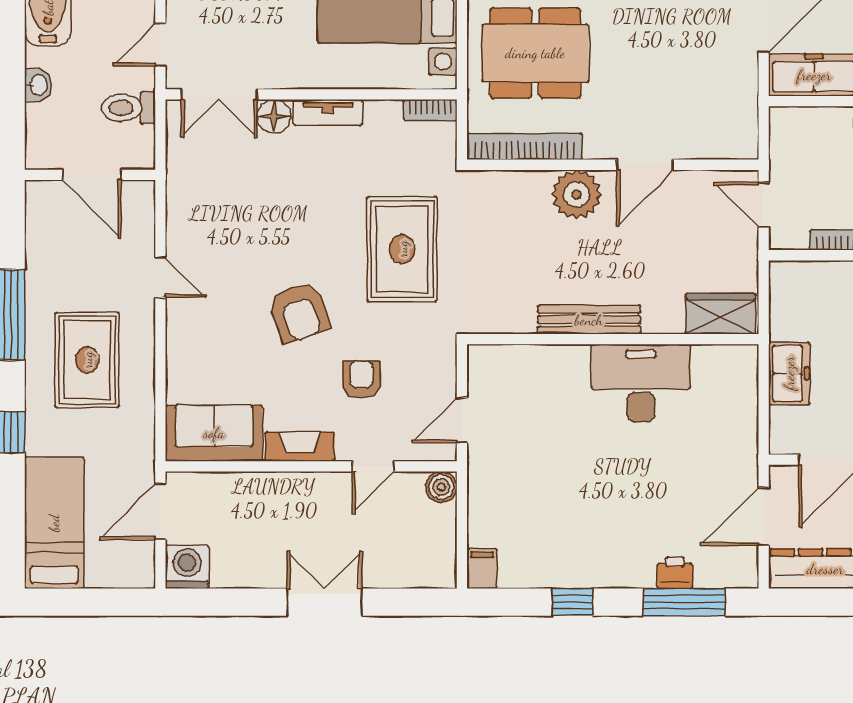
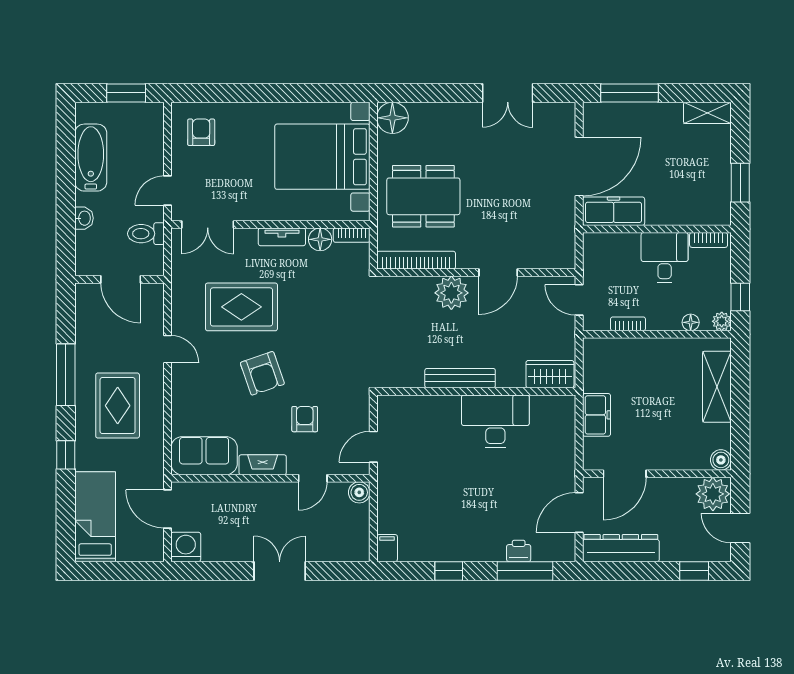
floor lamp: (274, 116) -> (320, 239), moved
rug: (402, 249) -> (241, 307), moved, turned 90
door: (160, 511) -> (168, 509), hinge flipped

